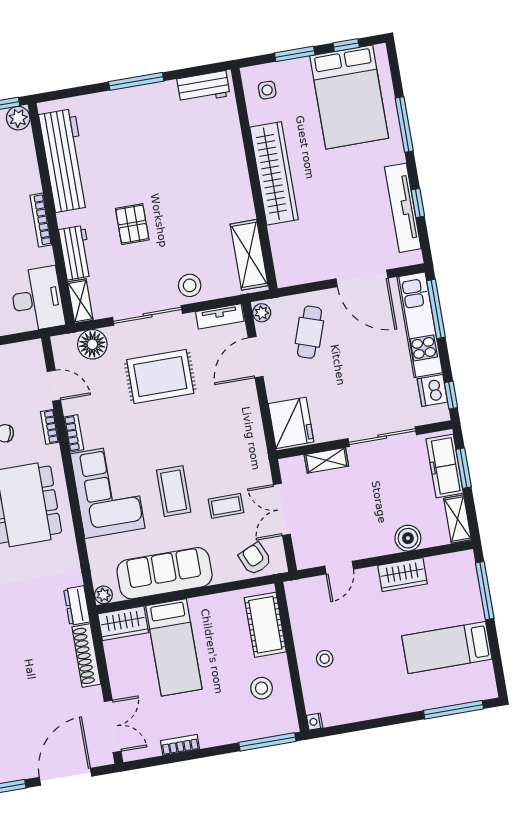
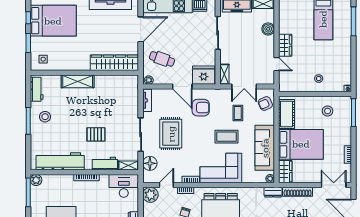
wardrobe: (274, 173) -> (114, 63), moved
shelving: (249, 255) -> (78, 81), moved
stool: (190, 285) -> (45, 117), moved
plant: (28, 356) -> (150, 195), added
door: (256, 357) -> (182, 87), moved
armchair: (224, 428) -> (201, 108), added
shelving: (326, 460) -> (224, 74), moved
wardrobe: (403, 575) -> (285, 45), moved
cot: (265, 625) -> (286, 114), moved, turned 90
bed: (174, 647) -> (301, 144), width x1.50

